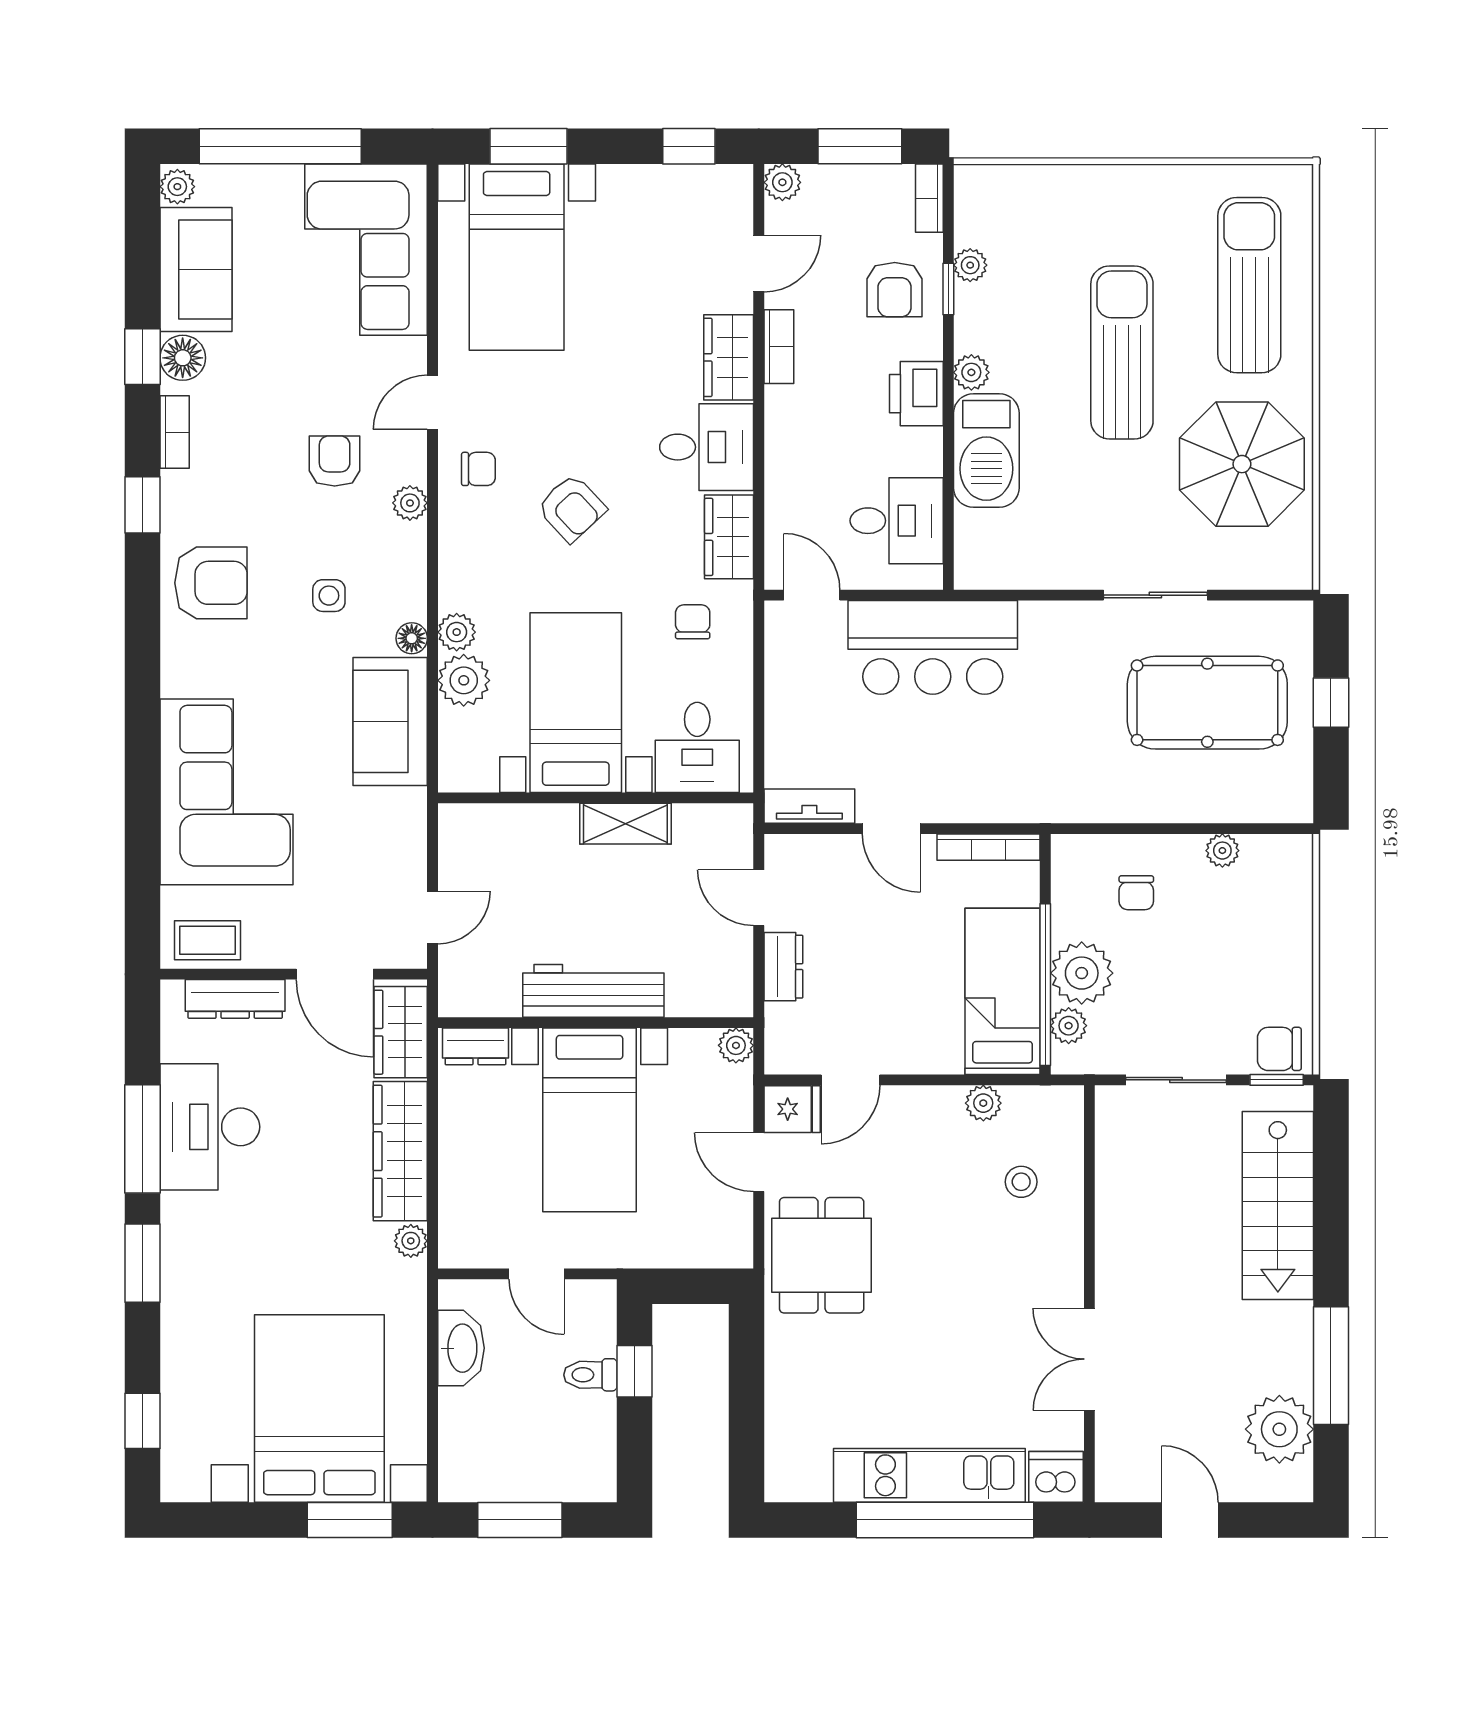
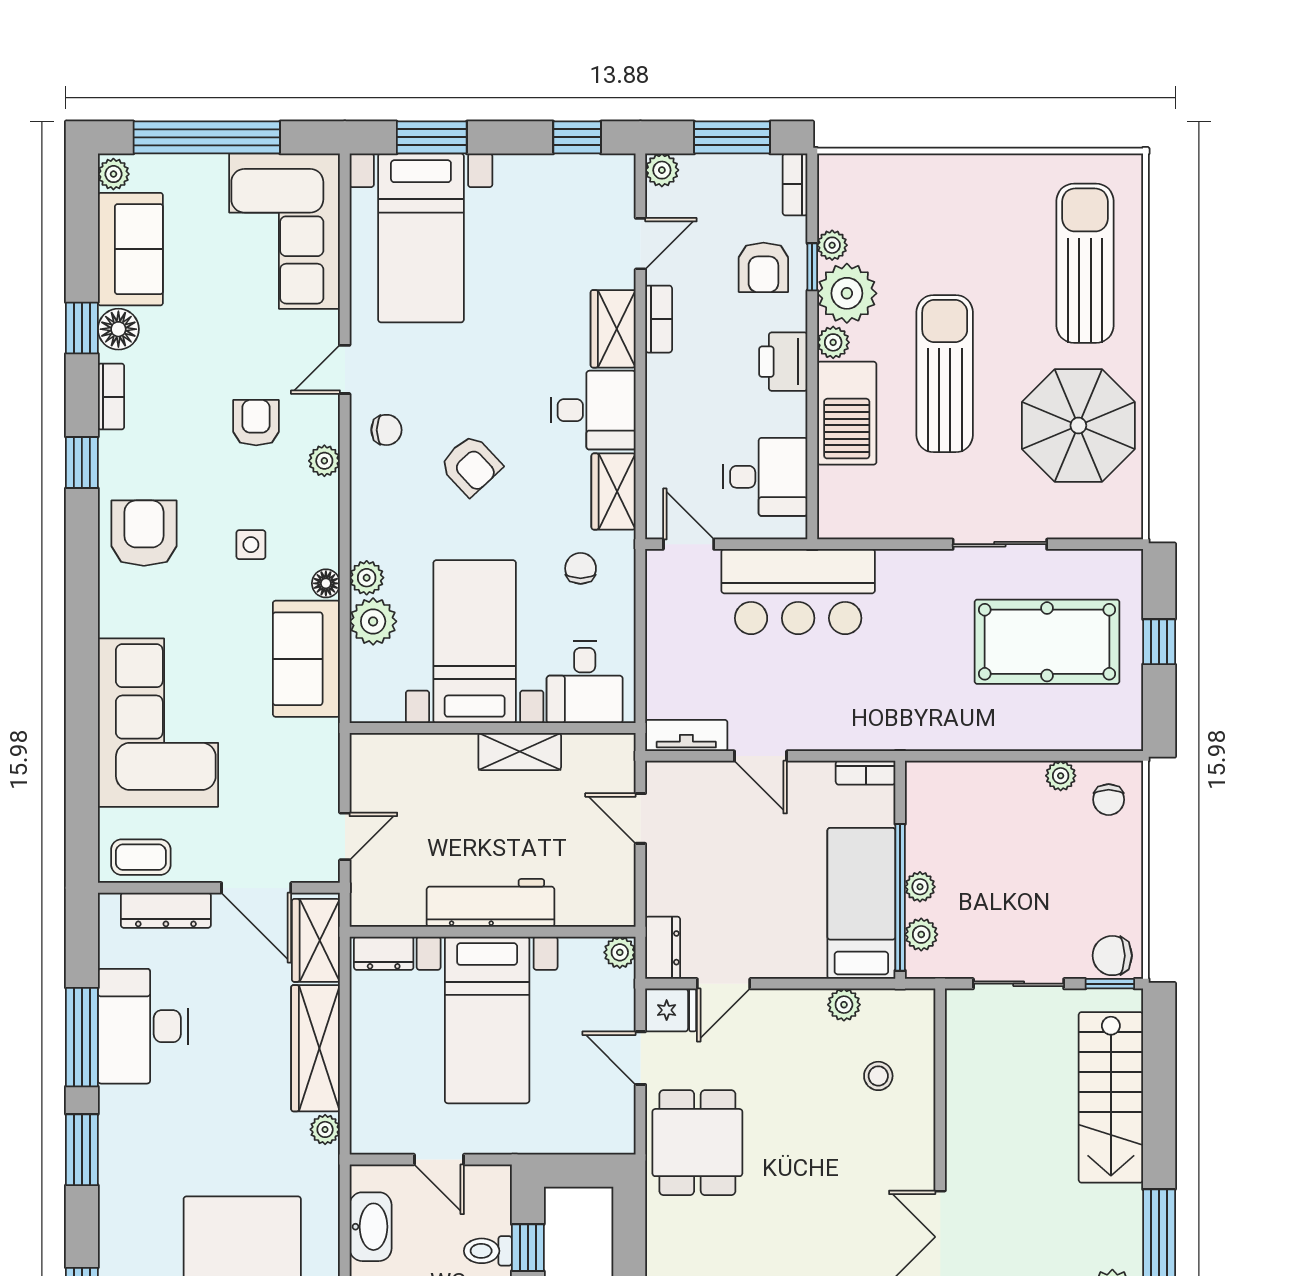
plant: (987, 318) -> (847, 293), added
sun lounger: (1122, 352) -> (945, 374), moved
armchair: (211, 583) -> (144, 533), turned -90
bookcase: (989, 847) -> (866, 773), width x0.64
chair: (1136, 893) -> (1109, 800), moved
dresser: (783, 967) -> (663, 948), moved
plant: (1082, 973) -> (920, 887), width x0.53, depth x0.53

